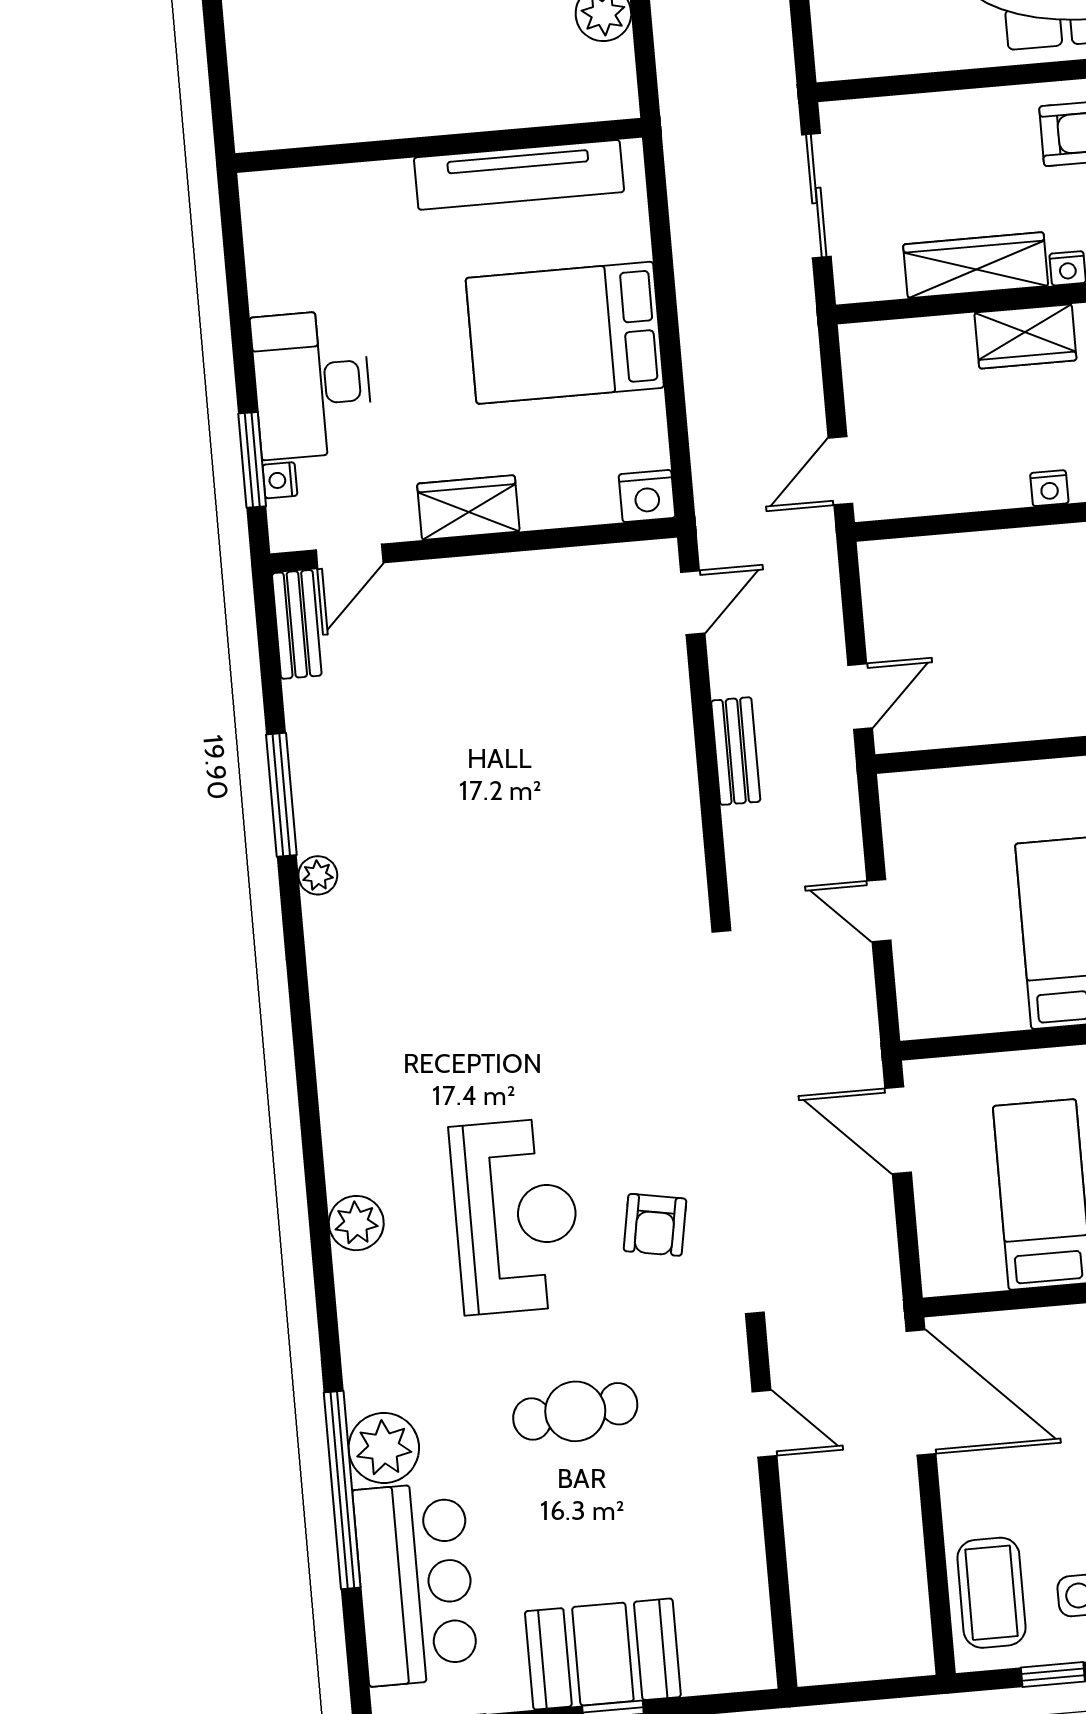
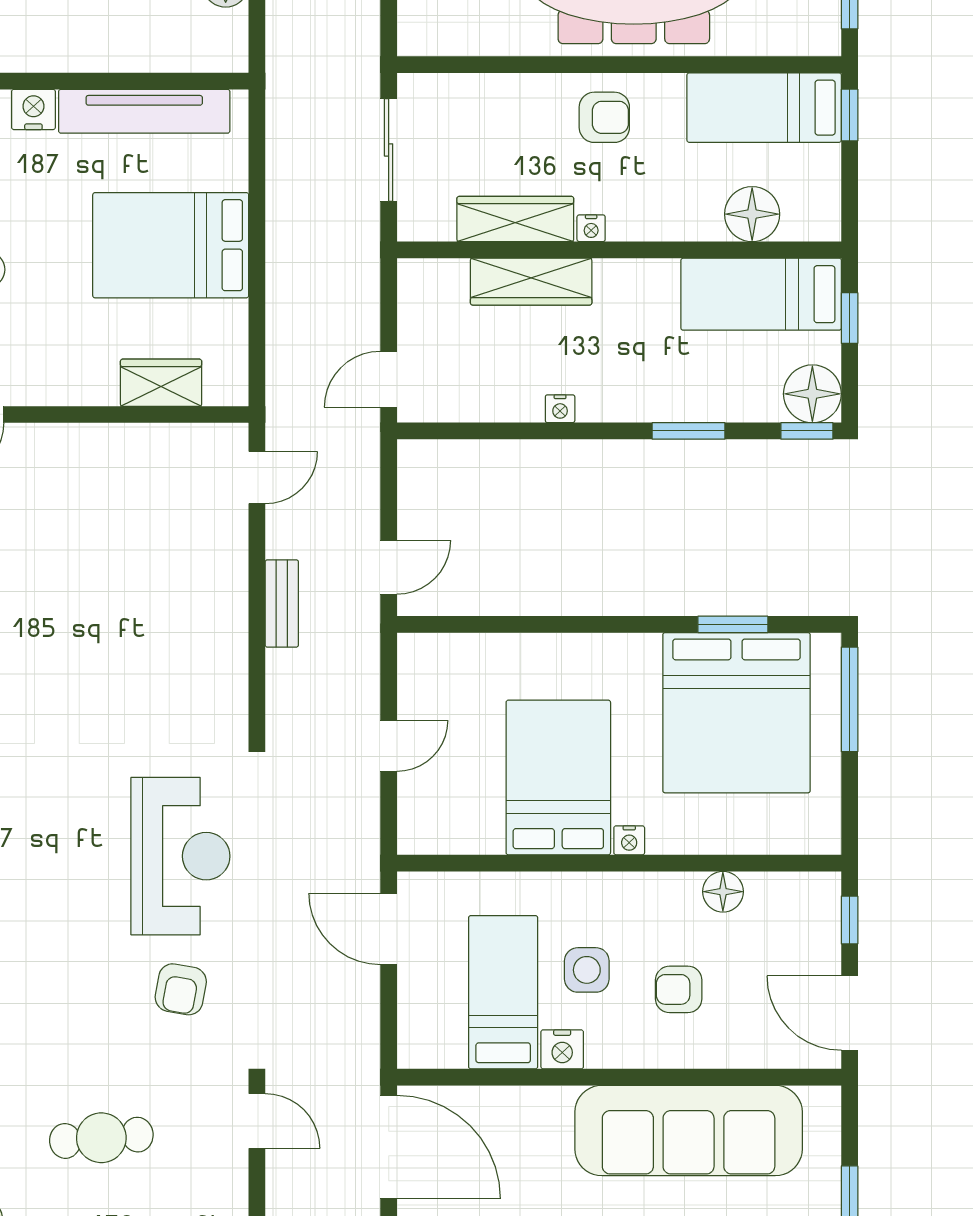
wardrobe: (1025, 336) -> (531, 282), width x1.50
nightstand: (647, 496) -> (33, 109), moved, turned 180
wardrobe: (468, 508) -> (161, 383), moved
door: (879, 911) -> (389, 746), swing flipped
reception desk: (516, 1216) -> (180, 856), moved
door: (764, 1424) -> (257, 1121), moved

